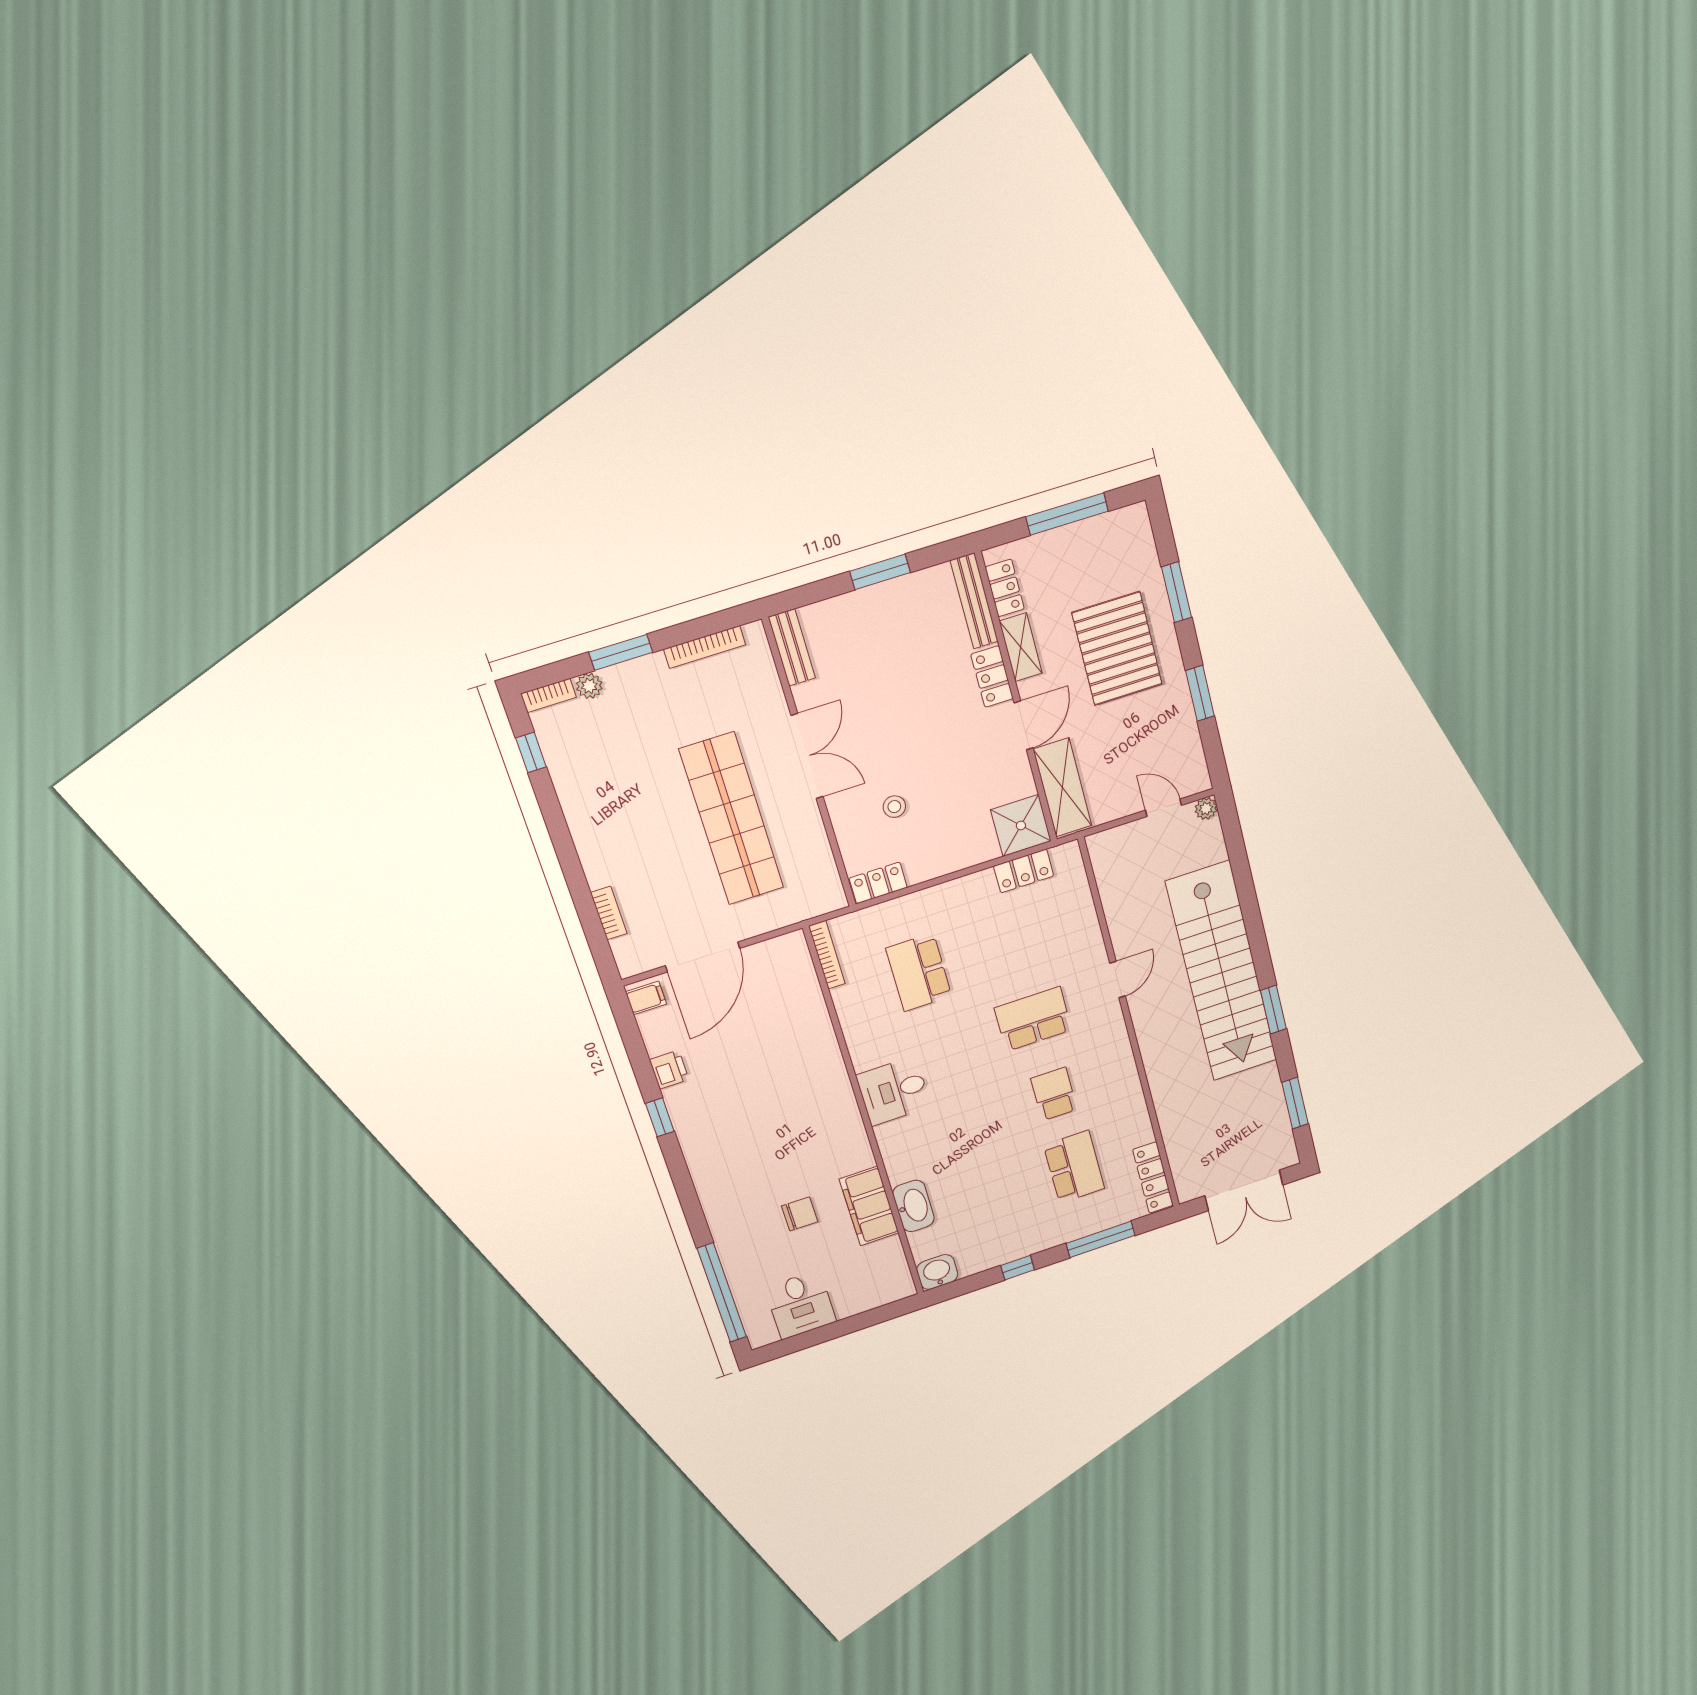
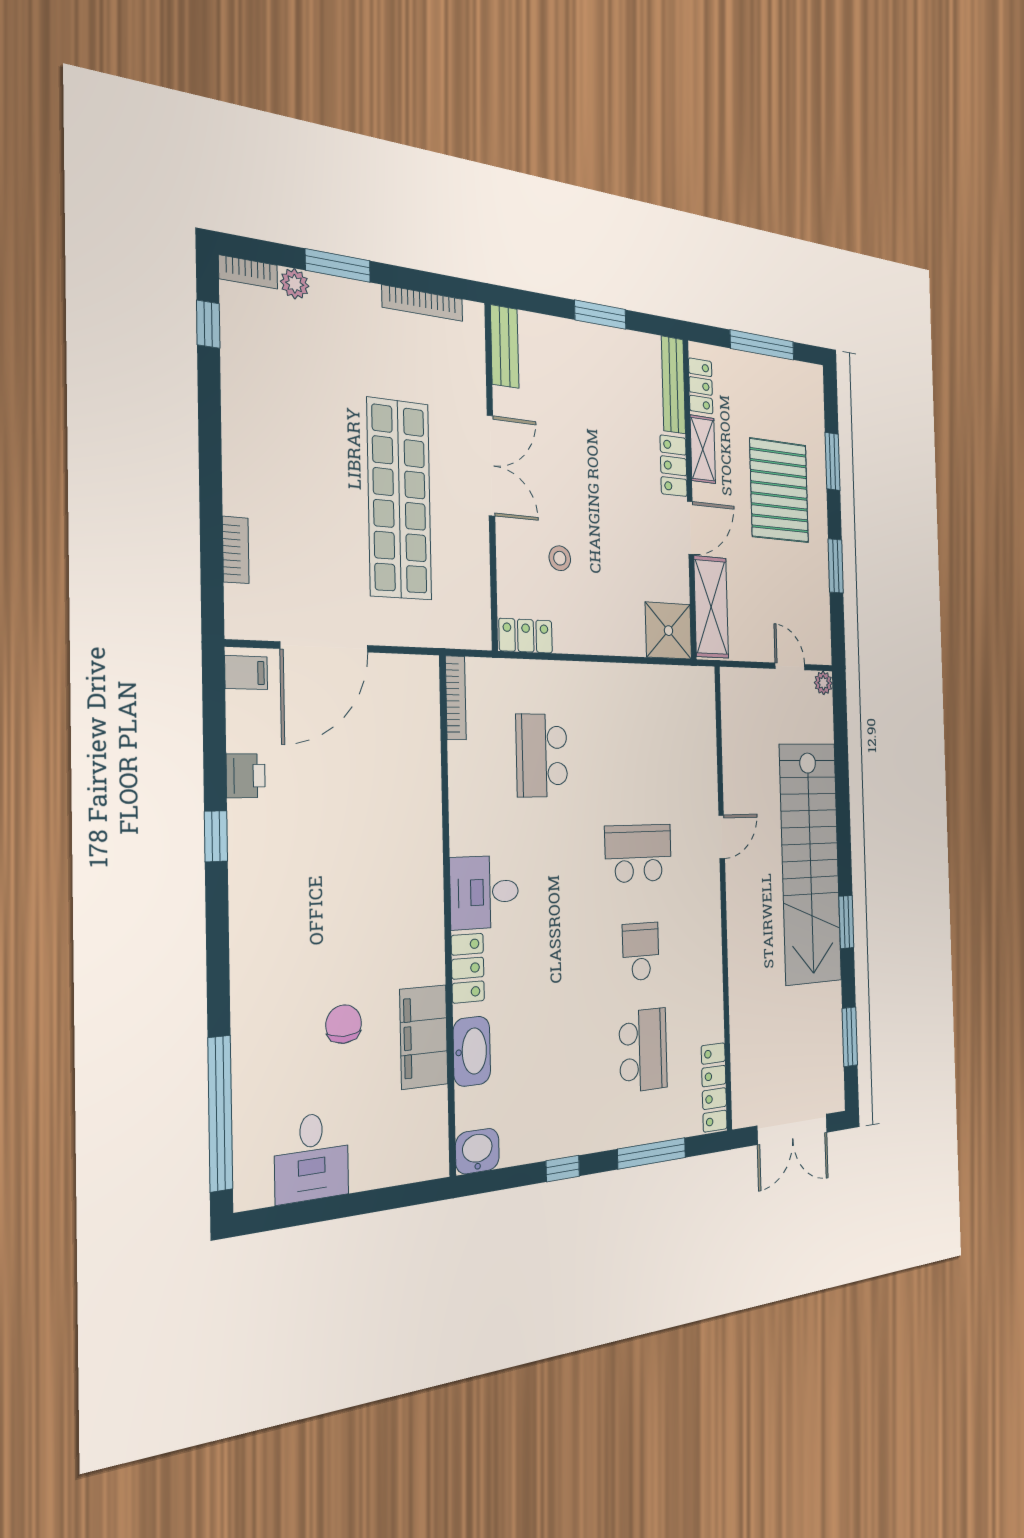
locker: (1024, 871) -> (468, 968), moved, turned -90
chair: (800, 1214) -> (344, 1024), turned -90

